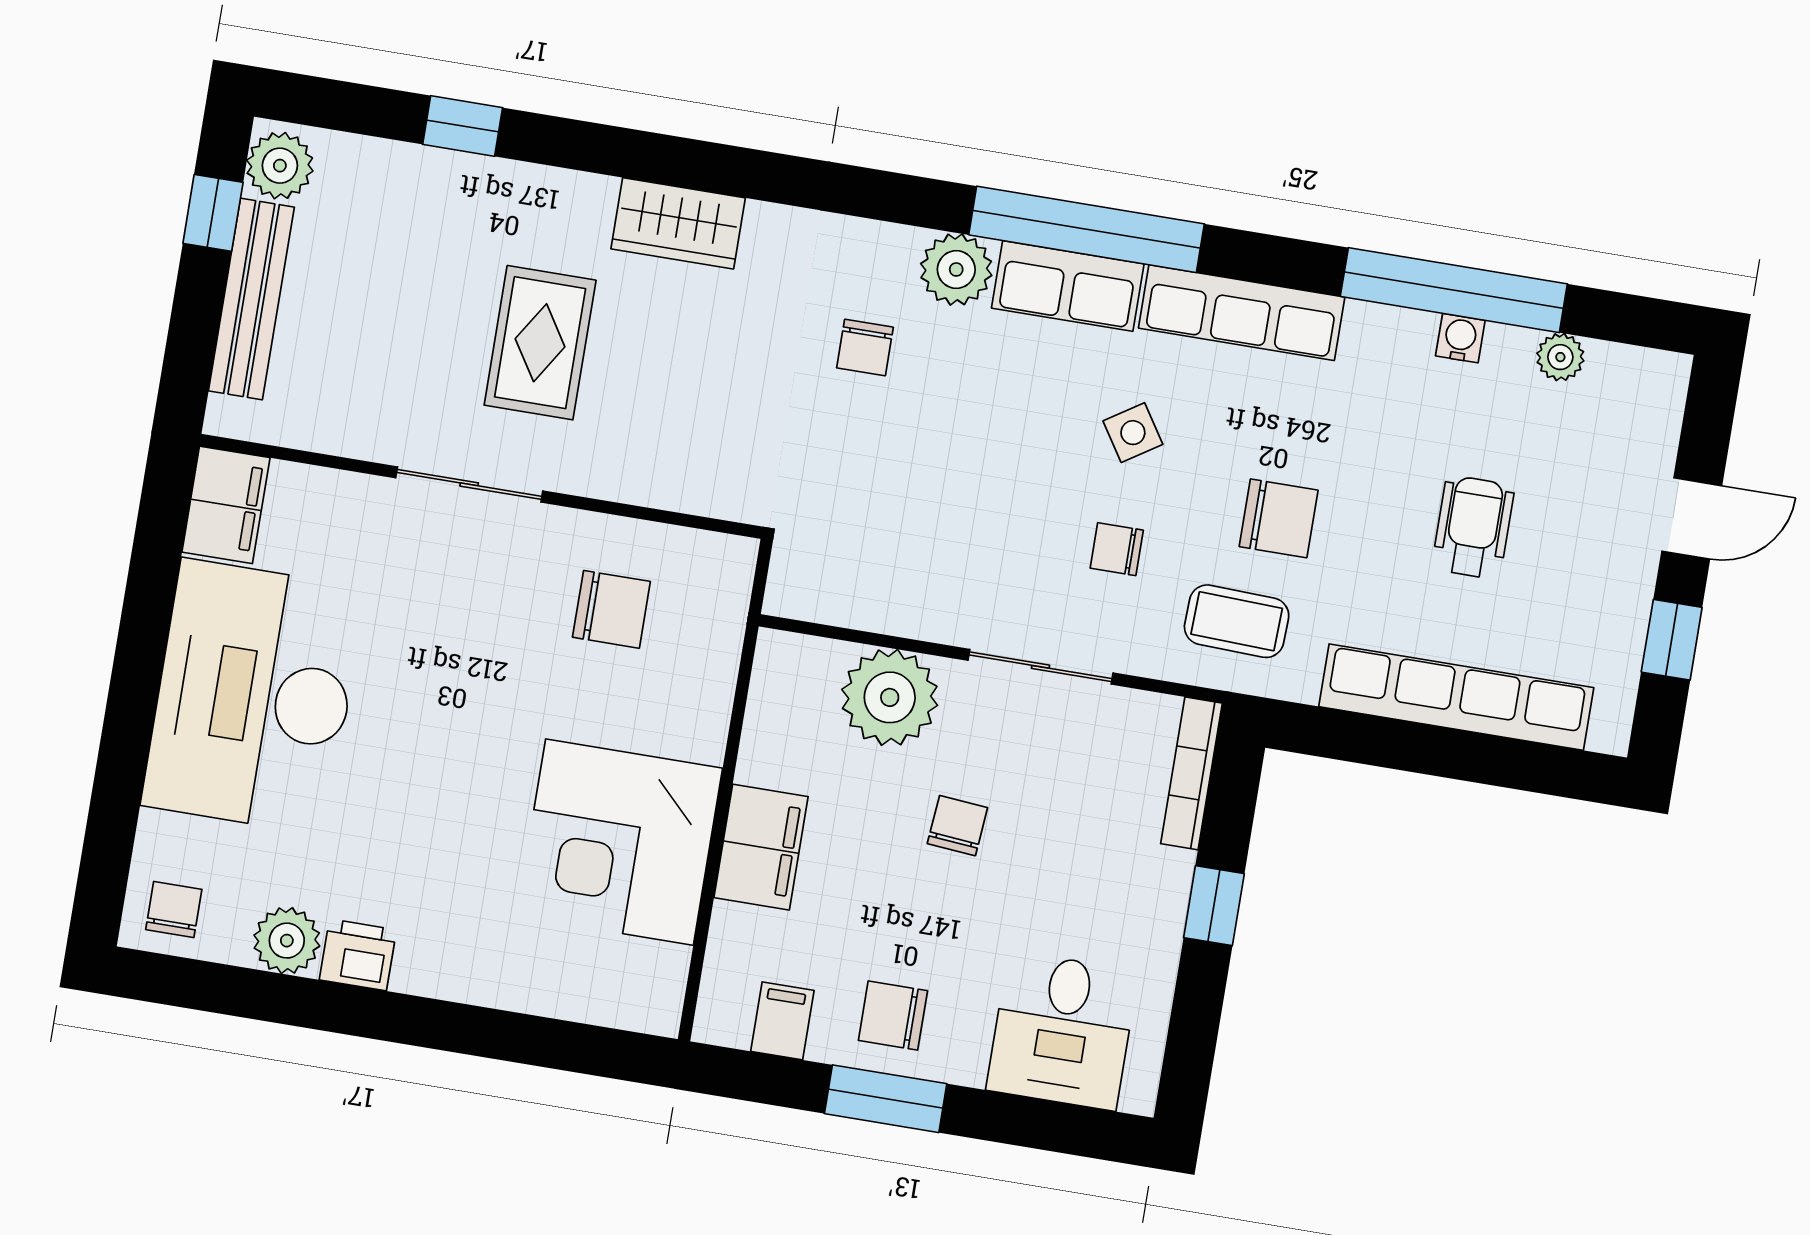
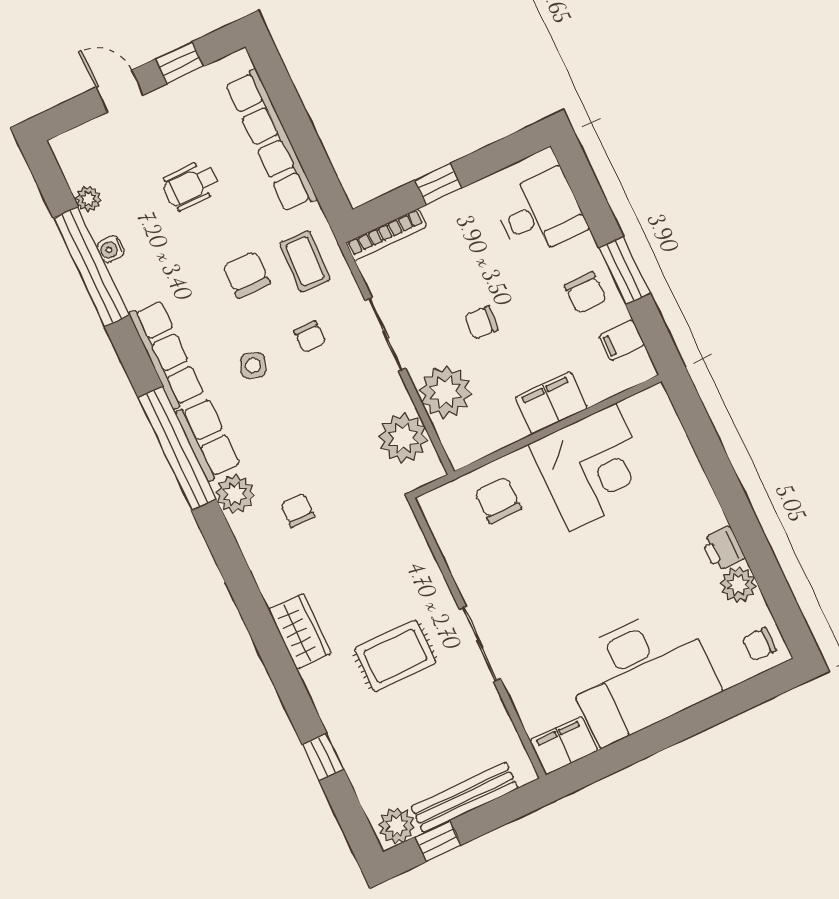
chair: (865, 348) -> (298, 510), turned -90
side table: (1133, 433) -> (253, 365), turned -37
plant: (864, 585) -> (403, 438), added
chair: (611, 609) -> (498, 500), moved

